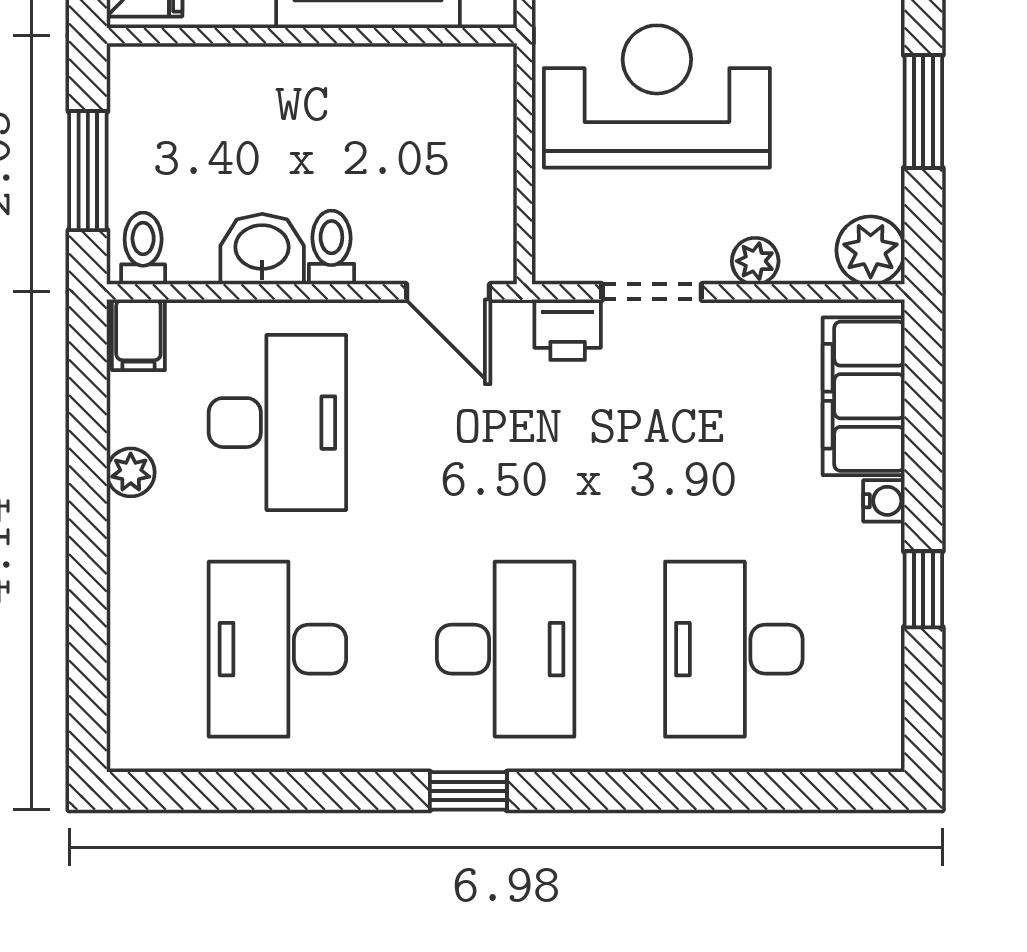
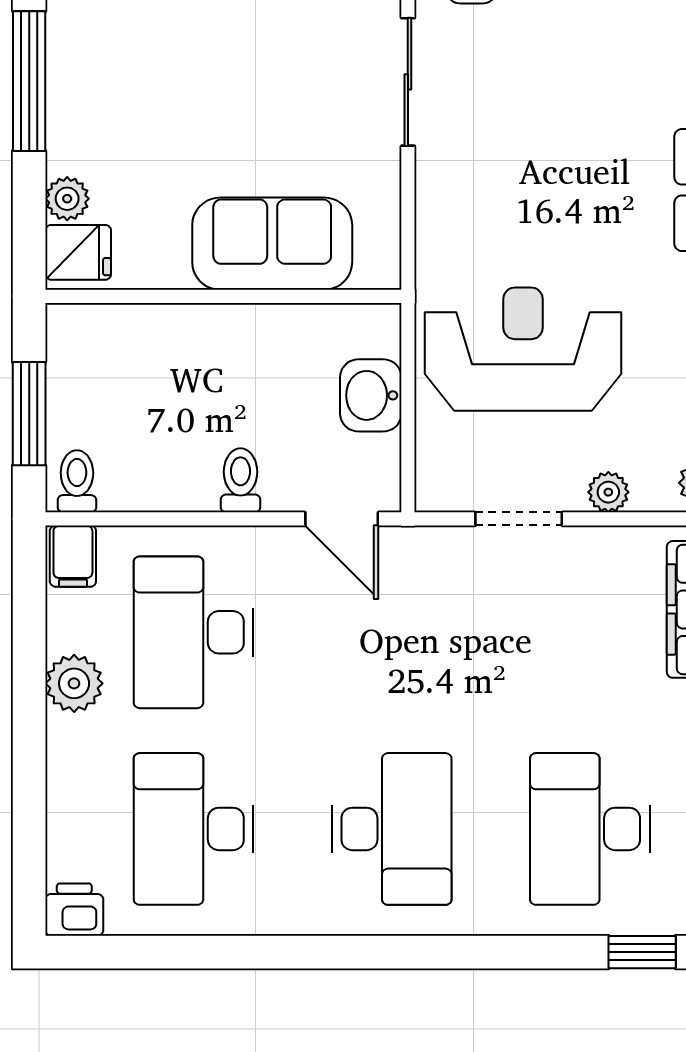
washbasin: (262, 249) -> (371, 395), moved, turned -90
printer: (568, 330) -> (74, 910), moved, turned 180
desk: (277, 423) -> (194, 632), turned 180
plant: (131, 472) -> (74, 683), width x1.38, depth x1.38
window: (468, 791) -> (642, 952), moved

